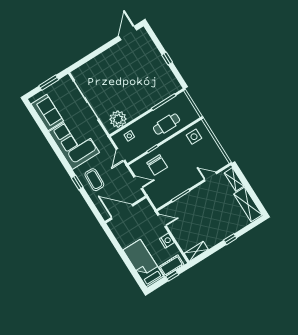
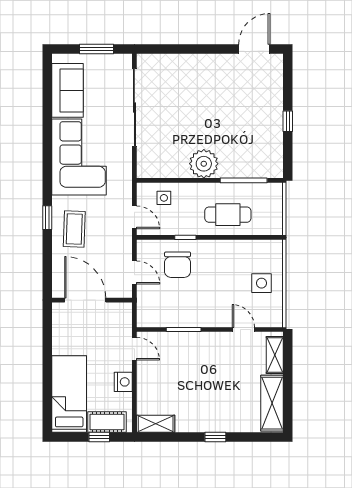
plant: (118, 119) -> (204, 164), moved
side table: (194, 137) -> (261, 283), moved
door: (121, 155) -> (134, 217), swing flipped

